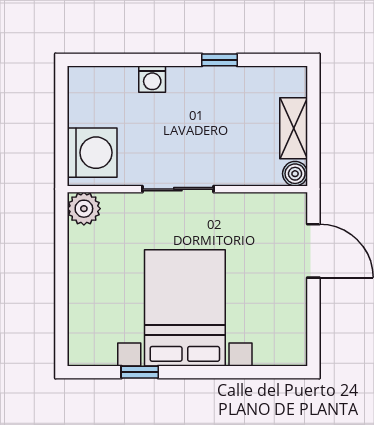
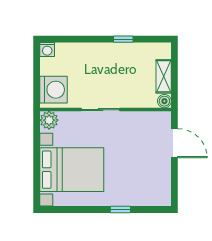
washing machine: (152, 79) -> (47, 50), moved
bed with nightstands: (185, 308) -> (72, 170), moved, turned 90
window: (140, 372) -> (120, 210), moved

